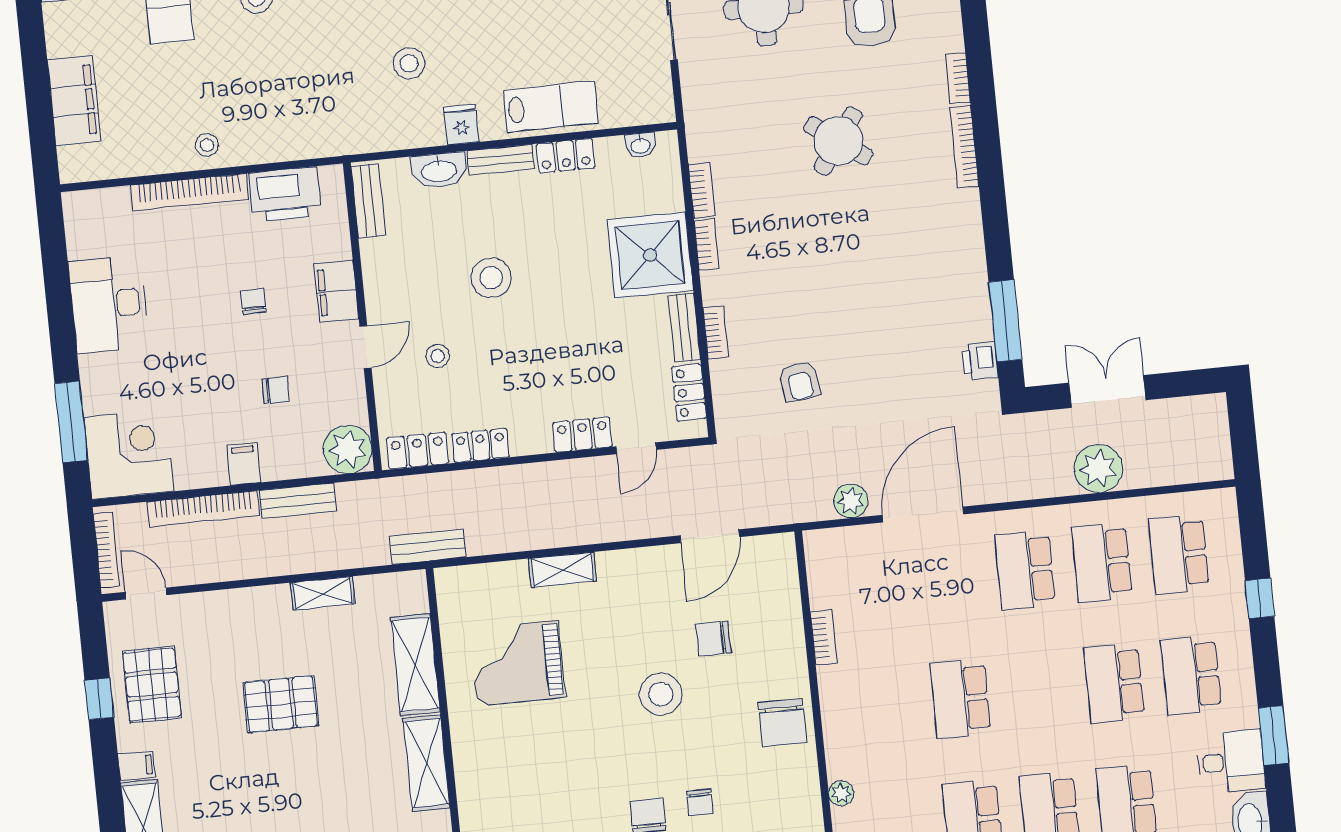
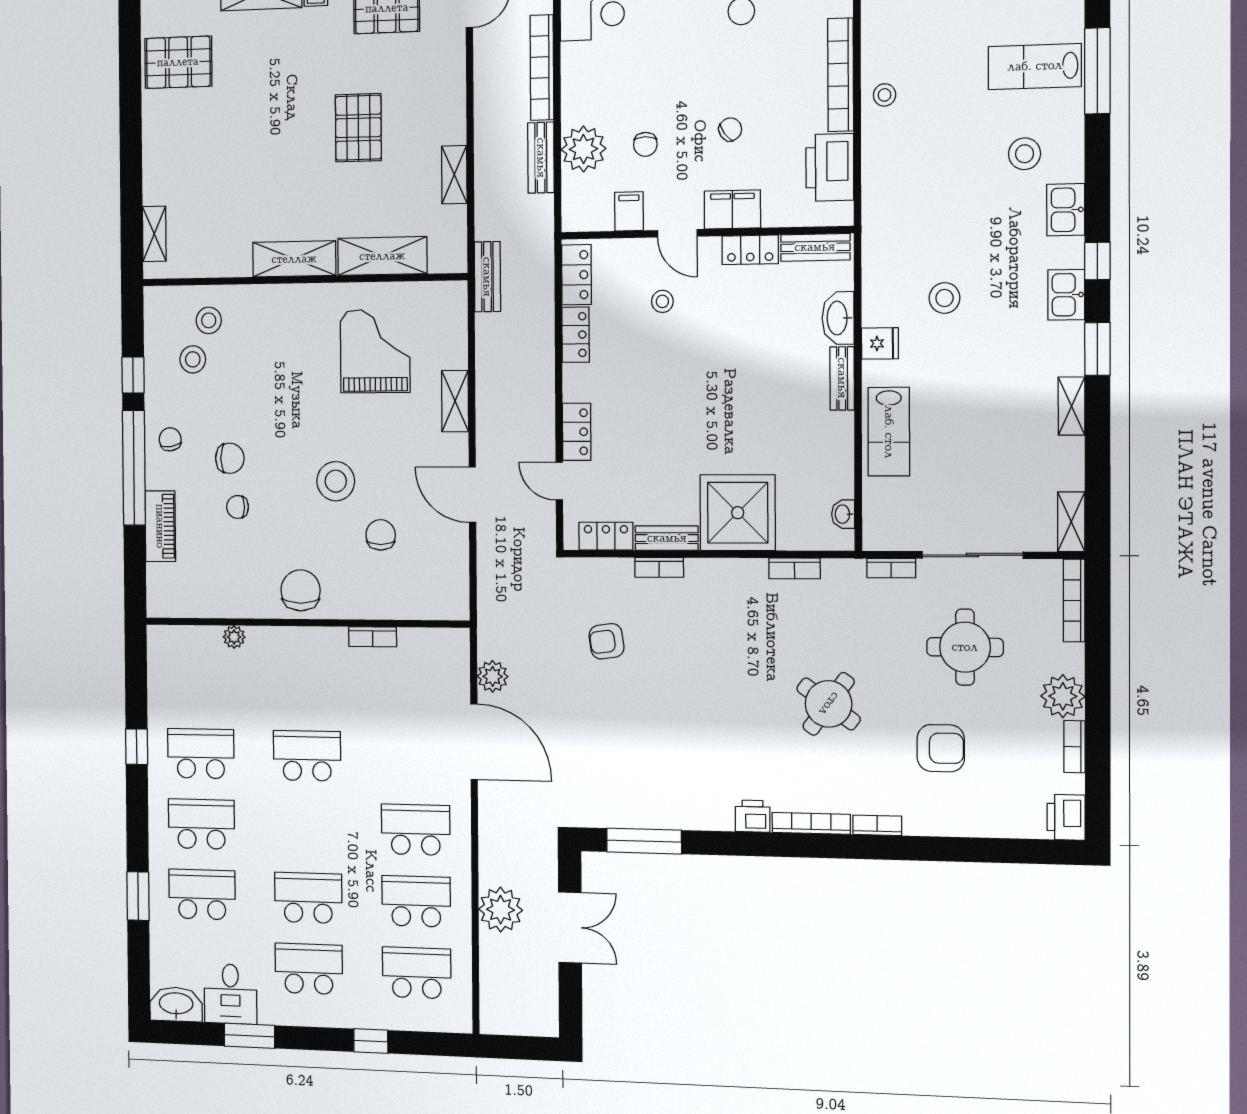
locker: (566, 156) -> (750, 250), moved, turned -90
bookcase: (706, 244) -> (891, 568), moved
stool: (491, 278) -> (731, 359), removed
chair: (253, 302) -> (730, 129), turned -36
printer: (980, 361) -> (753, 816), moved
plant: (348, 449) -> (583, 149), moved
filing cabinet: (244, 464) -> (629, 211), moved, turned -90
door: (710, 536) -> (472, 495), moved
chair: (782, 723) -> (301, 590), turned 90

